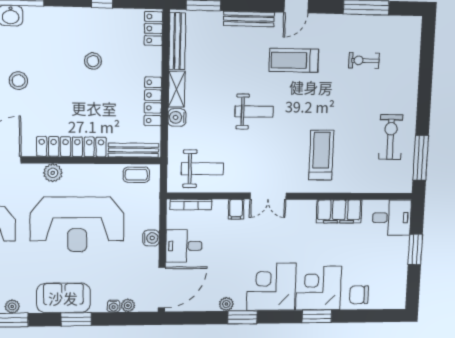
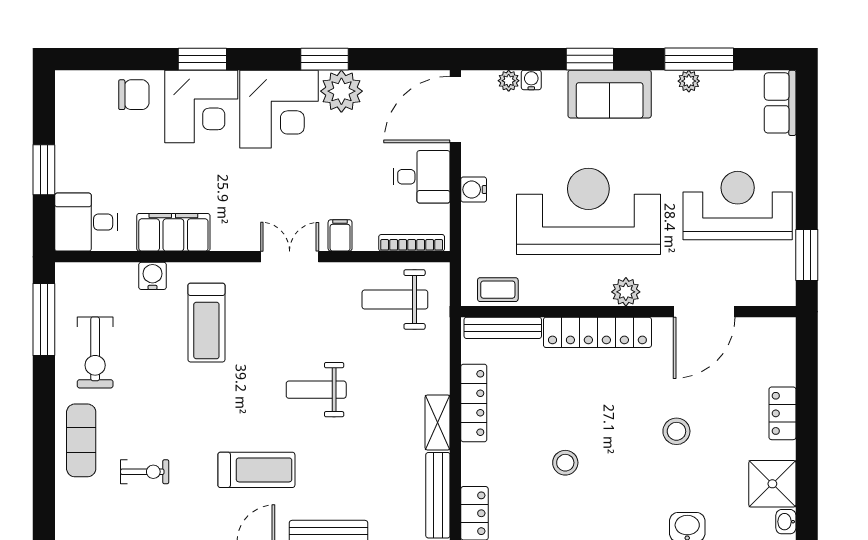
exercise mat: (402, 81) -> (81, 440), added
water cooler: (177, 117) -> (153, 276), moved, turned -90
plant: (226, 304) -> (341, 91), width x1.87, depth x1.87

